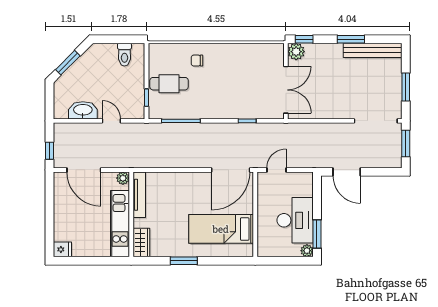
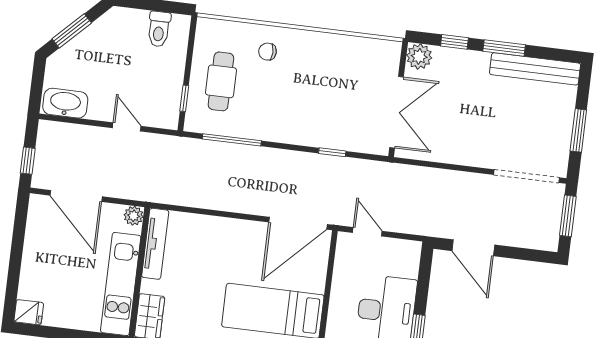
window: (304, 39) -> (454, 42), moved
cafe table: (169, 84) -> (221, 81), turned 90
washbasin: (83, 110) -> (65, 103), moved
door: (276, 170) -> (367, 232), hinge flipped

